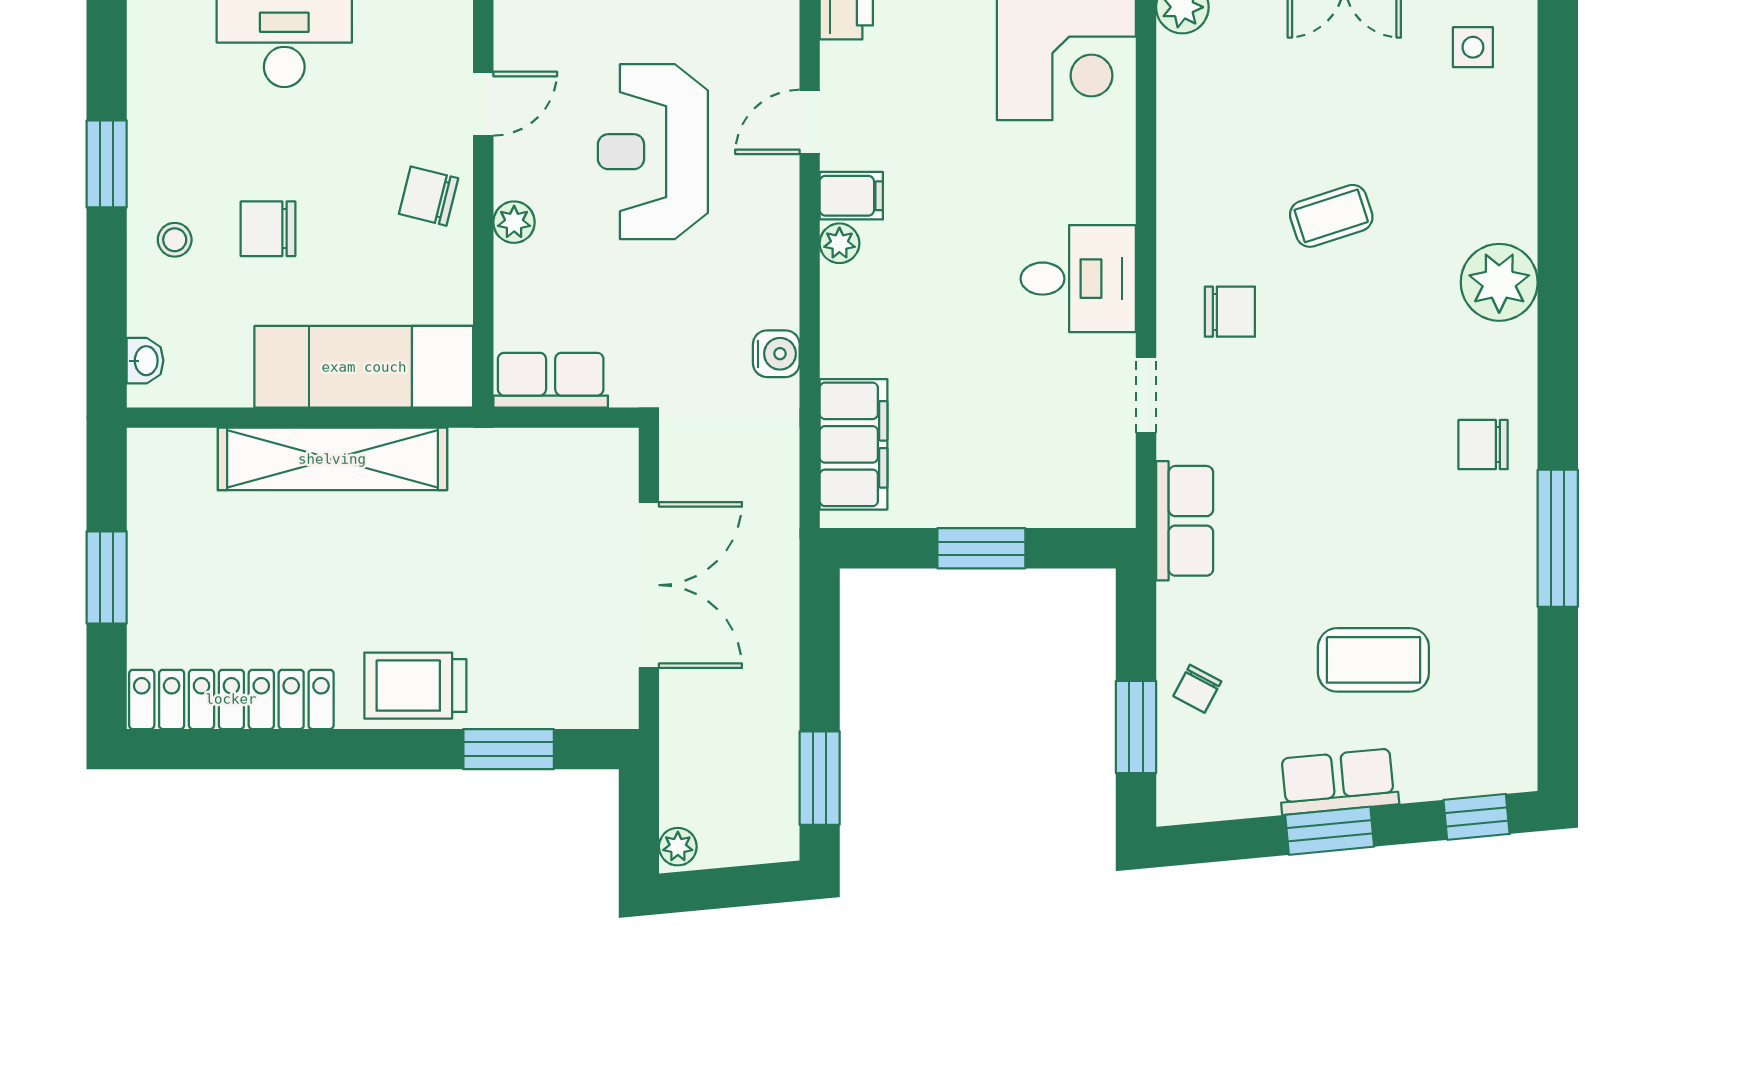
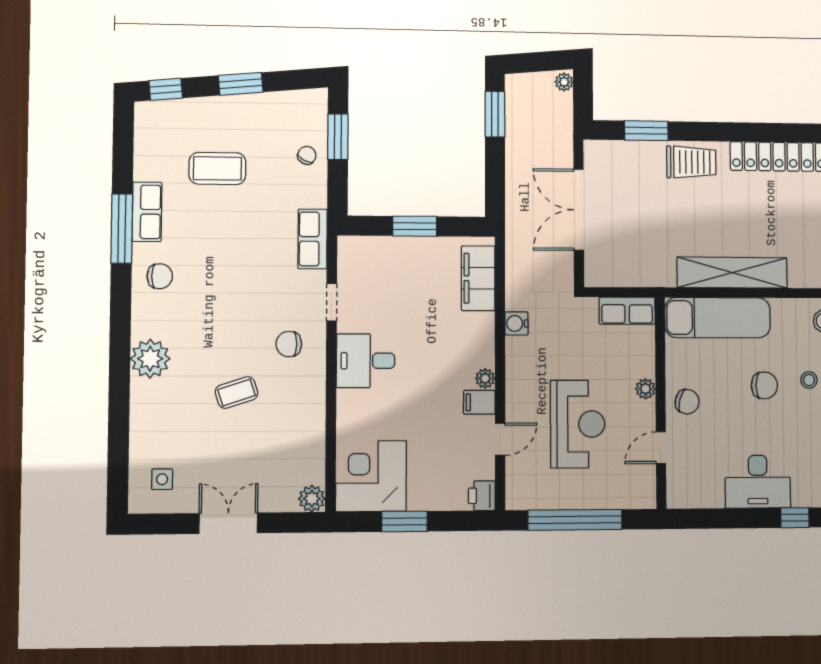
row of seats: (1338, 782) -> (147, 212), moved, turned -85

